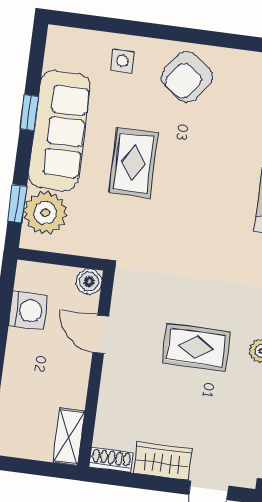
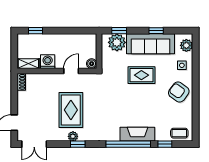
plant: (75, 43) -> (186, 45), added
washing machine: (28, 310) -> (48, 62), moved, turned 180
rug: (196, 347) -> (71, 110), width x1.36, depth x1.43
wardrobe: (162, 461) -> (24, 102), removed

